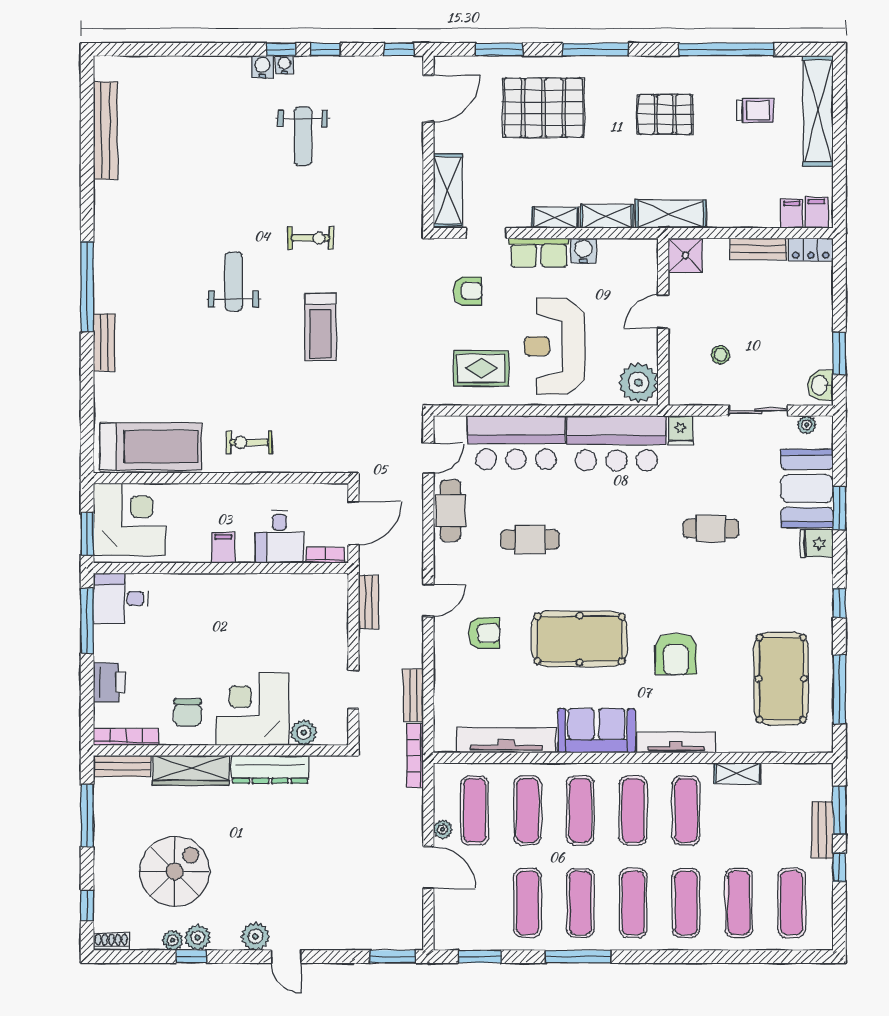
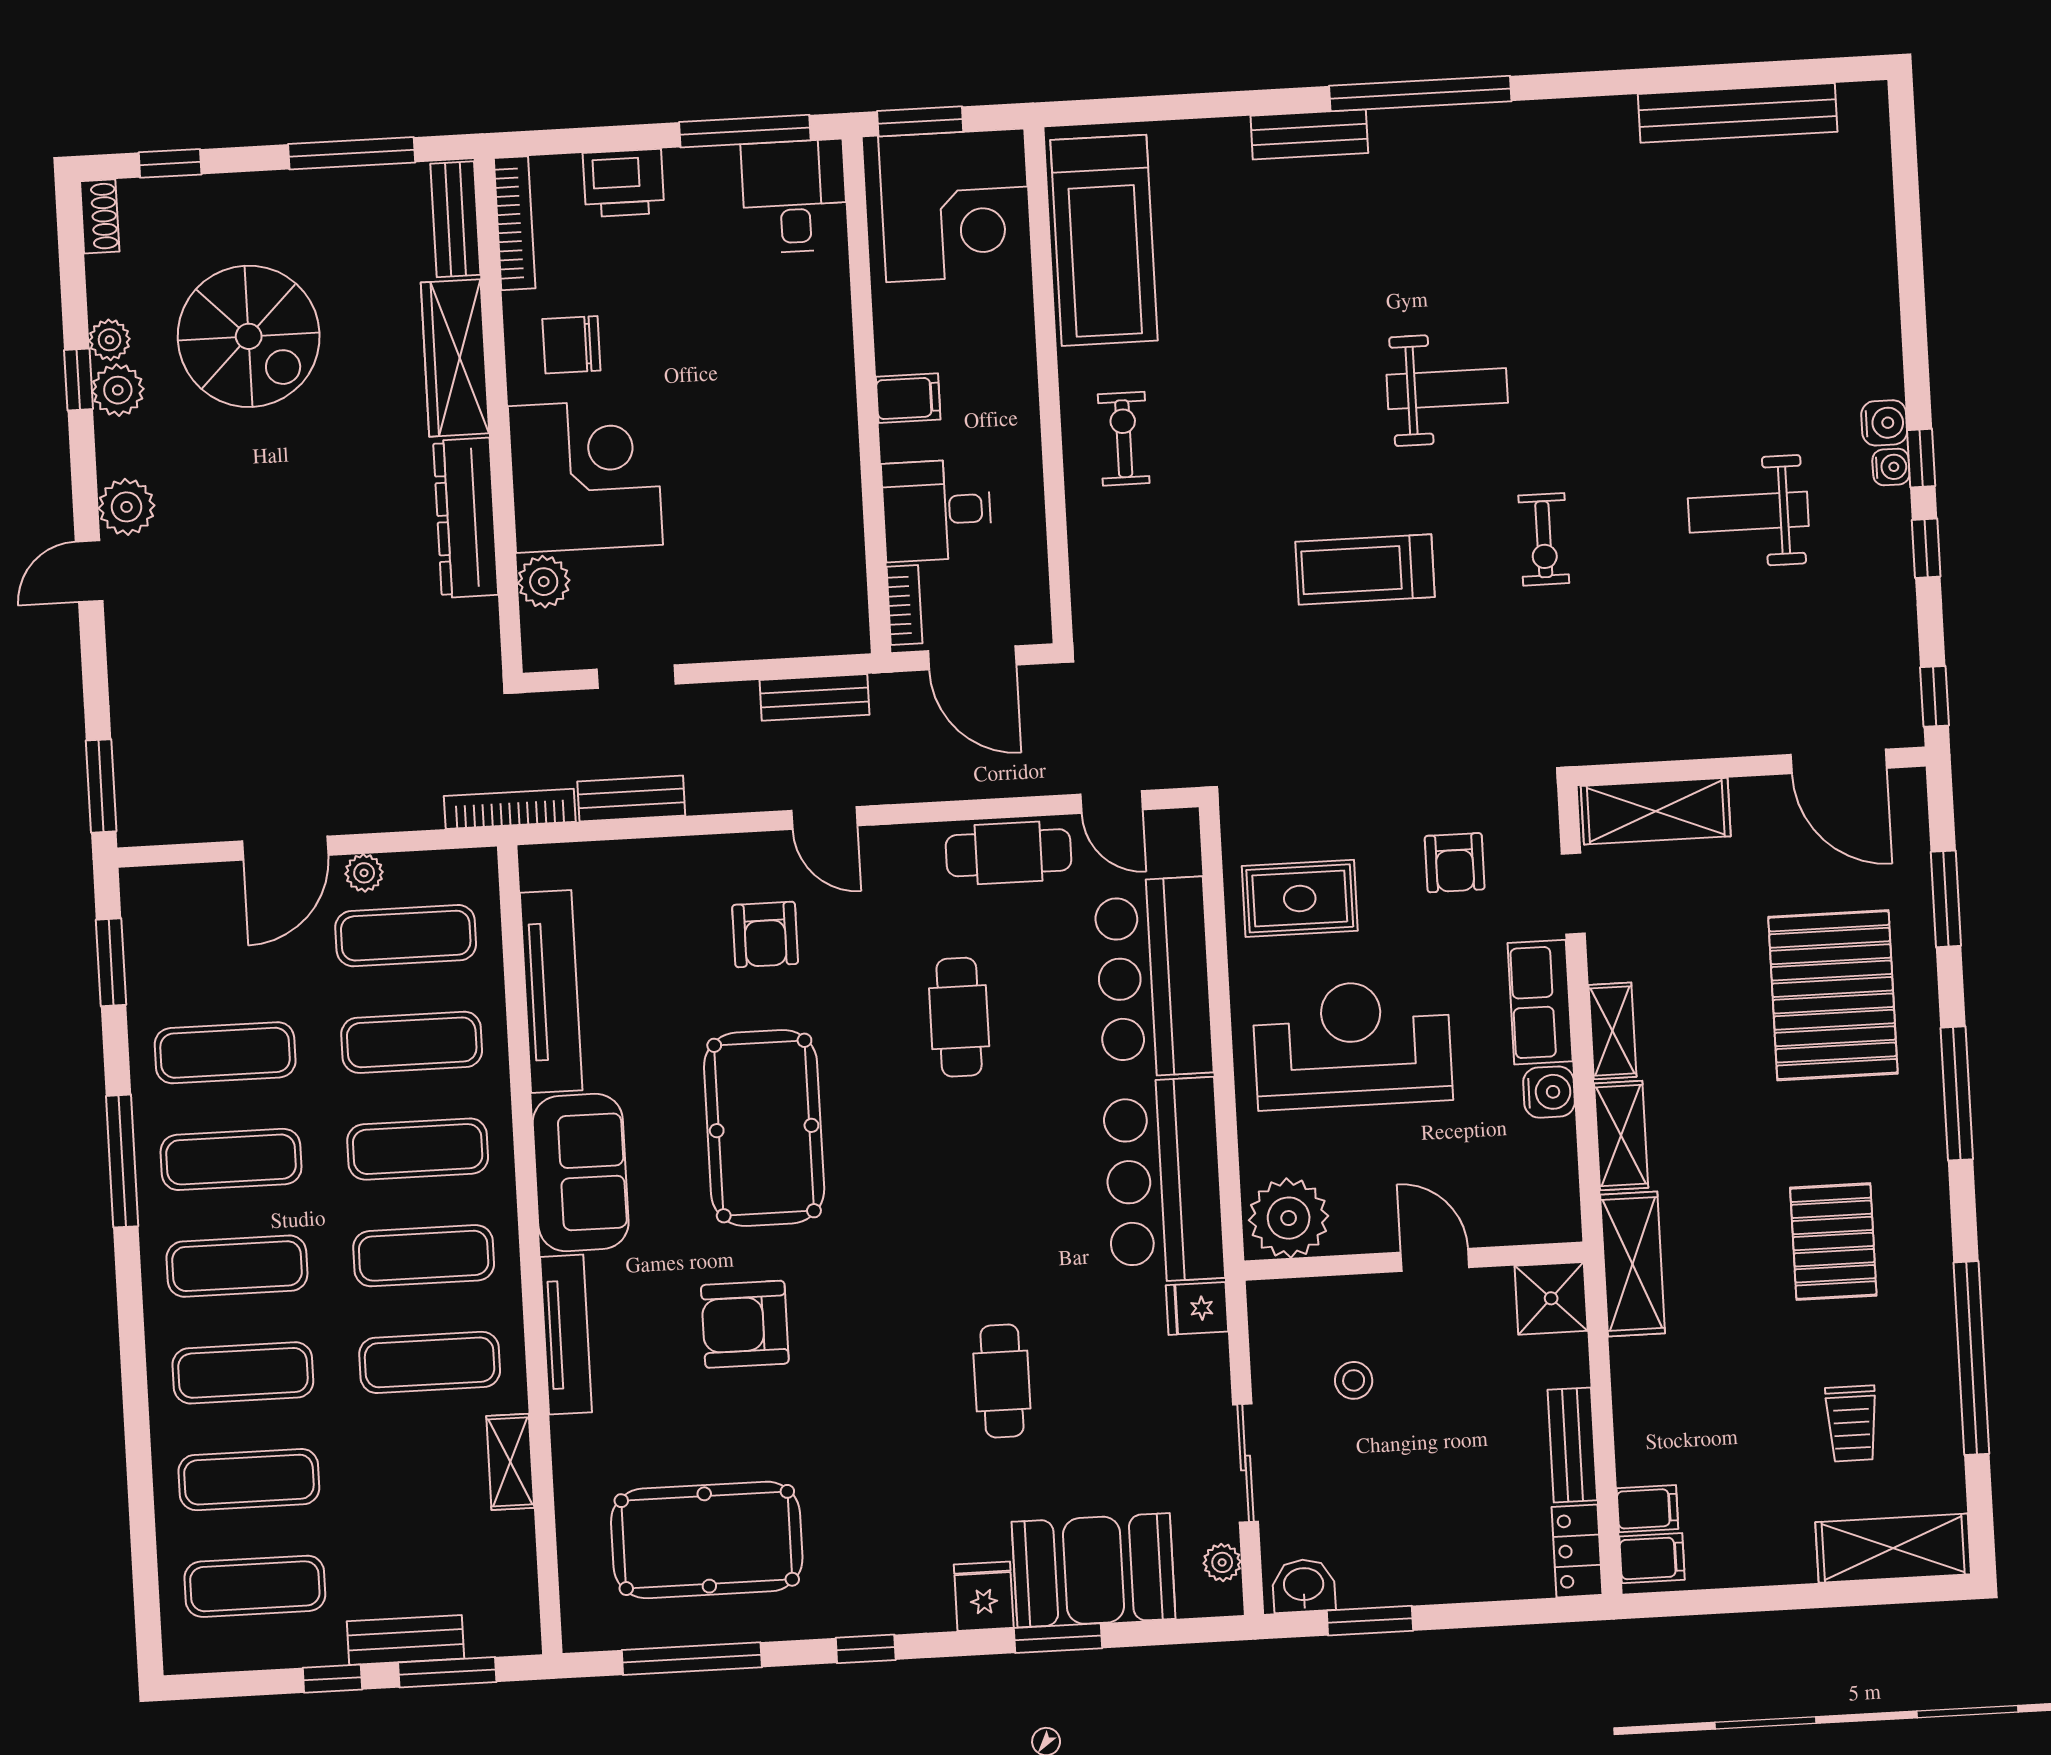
shelving: (818, 111) -> (1893, 1548), width x0.68
rug: (481, 368) -> (1300, 898), turned 90

